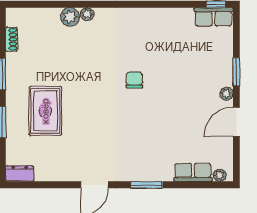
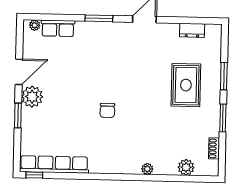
plant: (70, 17) -> (186, 167), moved
row of seats: (214, 17) -> (54, 164), width x2.02
plant: (226, 94) -> (32, 97), width x1.88, depth x1.88
dresser: (20, 174) -> (192, 30), moved

